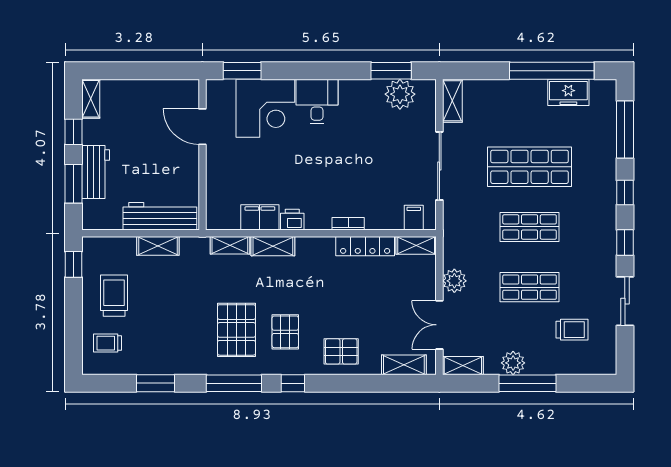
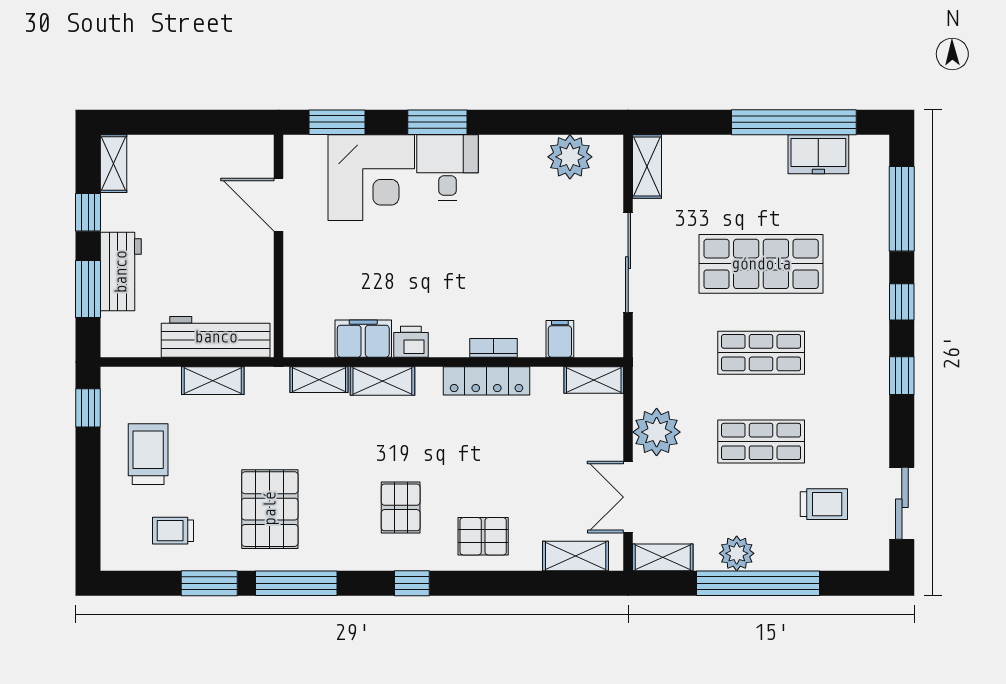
window: (391, 71) -> (437, 122), moved
filing cabinet: (414, 218) -> (560, 339), moved
locker: (365, 246) -> (486, 381), moved
plant: (454, 281) -> (657, 432), width x1.36, depth x1.36
sliding door: (625, 301) -> (902, 503), moved
pallet: (236, 330) -> (270, 509), moved
trolley: (108, 343) -> (173, 531), moved
window: (234, 383) -> (296, 583), moved
window: (527, 383) -> (758, 583), width x1.46

